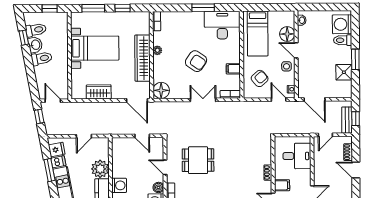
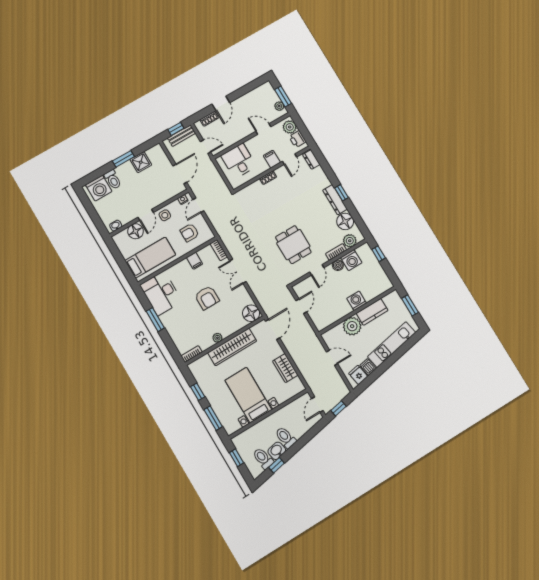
armchair: (196, 61) -> (207, 298), turned 146
armchair: (260, 78) -> (189, 233), turned -49
window: (50, 170) -> (380, 370), removed

